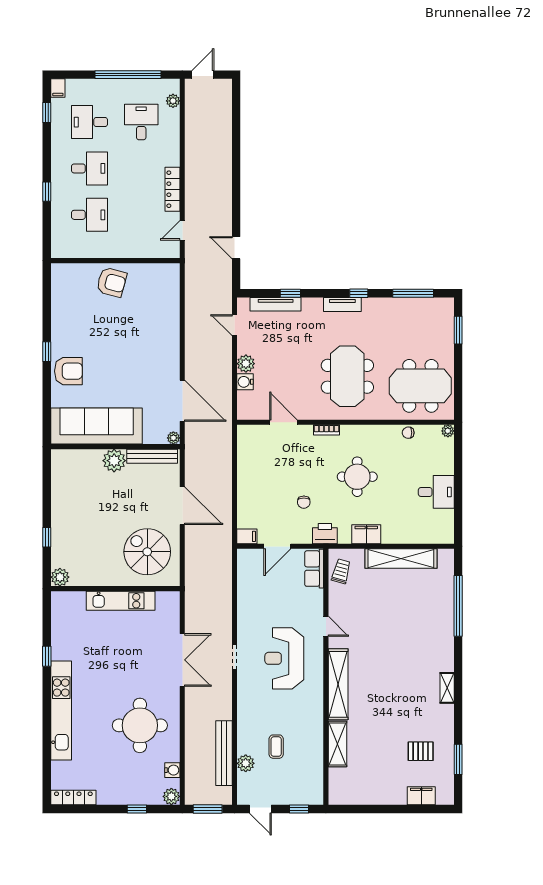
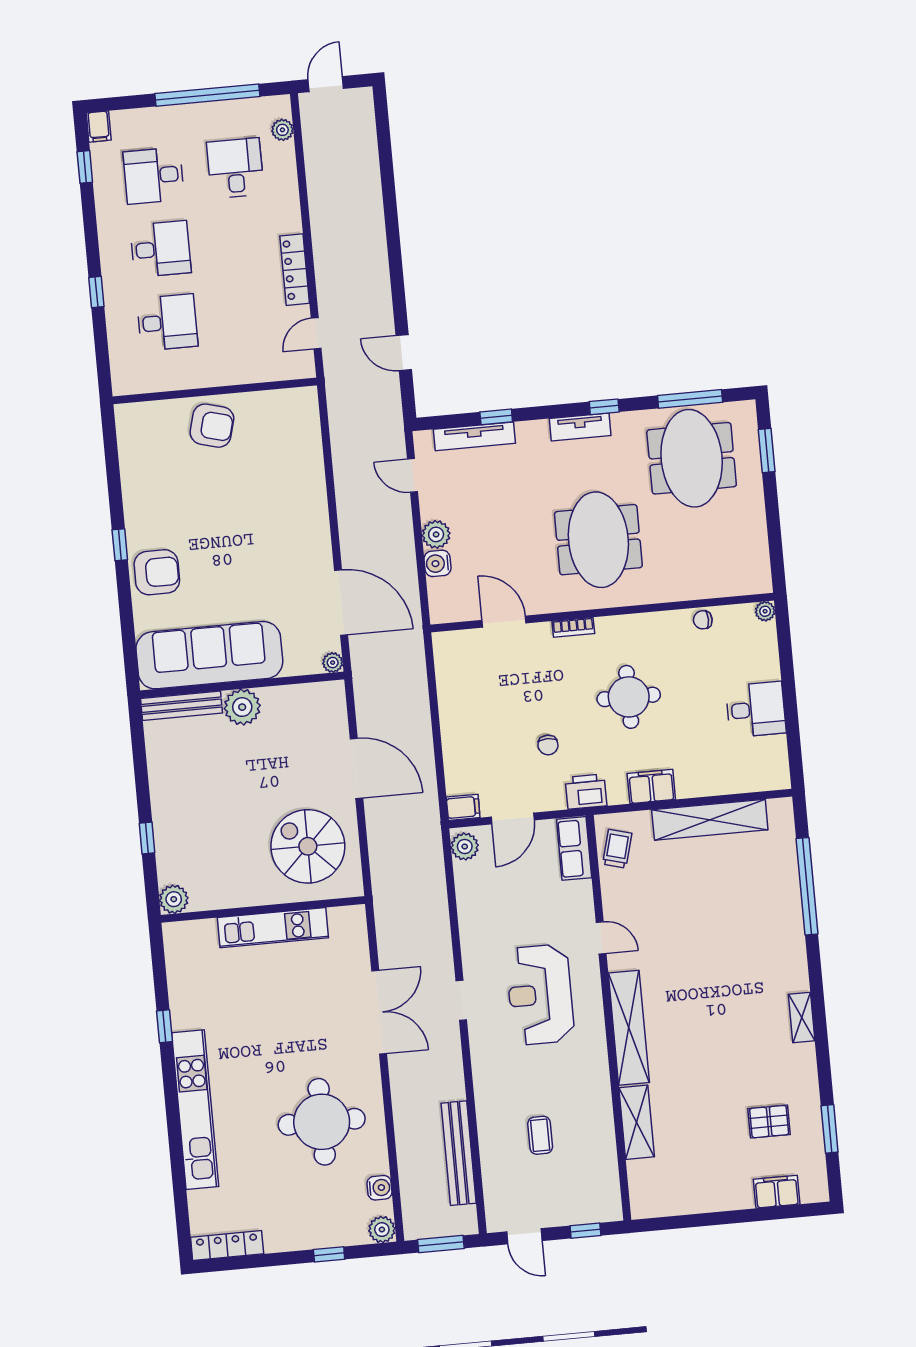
meeting table: (420, 386) -> (692, 458), moved, turned 90
bench: (152, 456) -> (182, 706), moved
plant: (246, 763) -> (465, 847), moved

